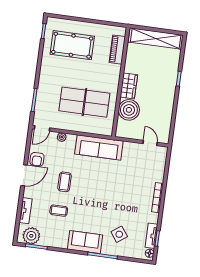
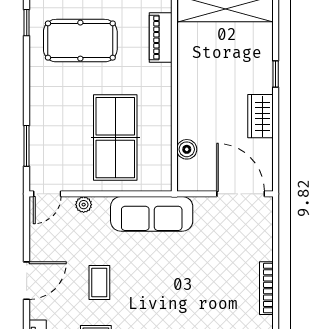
wardrobe: (129, 86) -> (260, 116), moved, turned 180
table tennis table: (84, 102) -> (115, 138), turned 90
boiler: (129, 110) -> (187, 149), width x0.54, depth x0.54
door: (150, 143) -> (241, 194), width x1.87
armchair: (37, 159) -> (46, 249), removed

